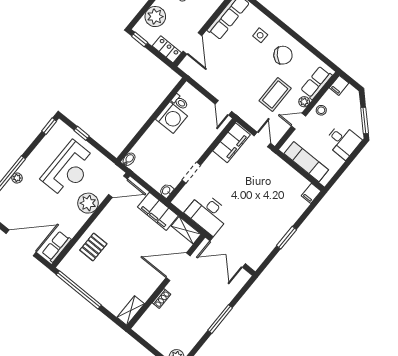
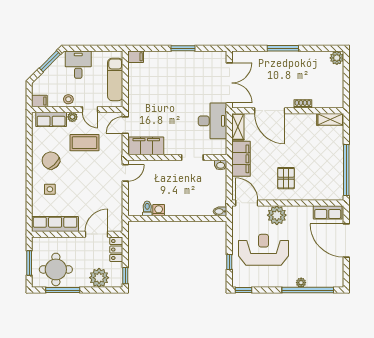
washing machine: (171, 118) -> (159, 210), width x0.53, depth x0.53
pallet: (93, 247) -> (286, 178), moved, turned 90

